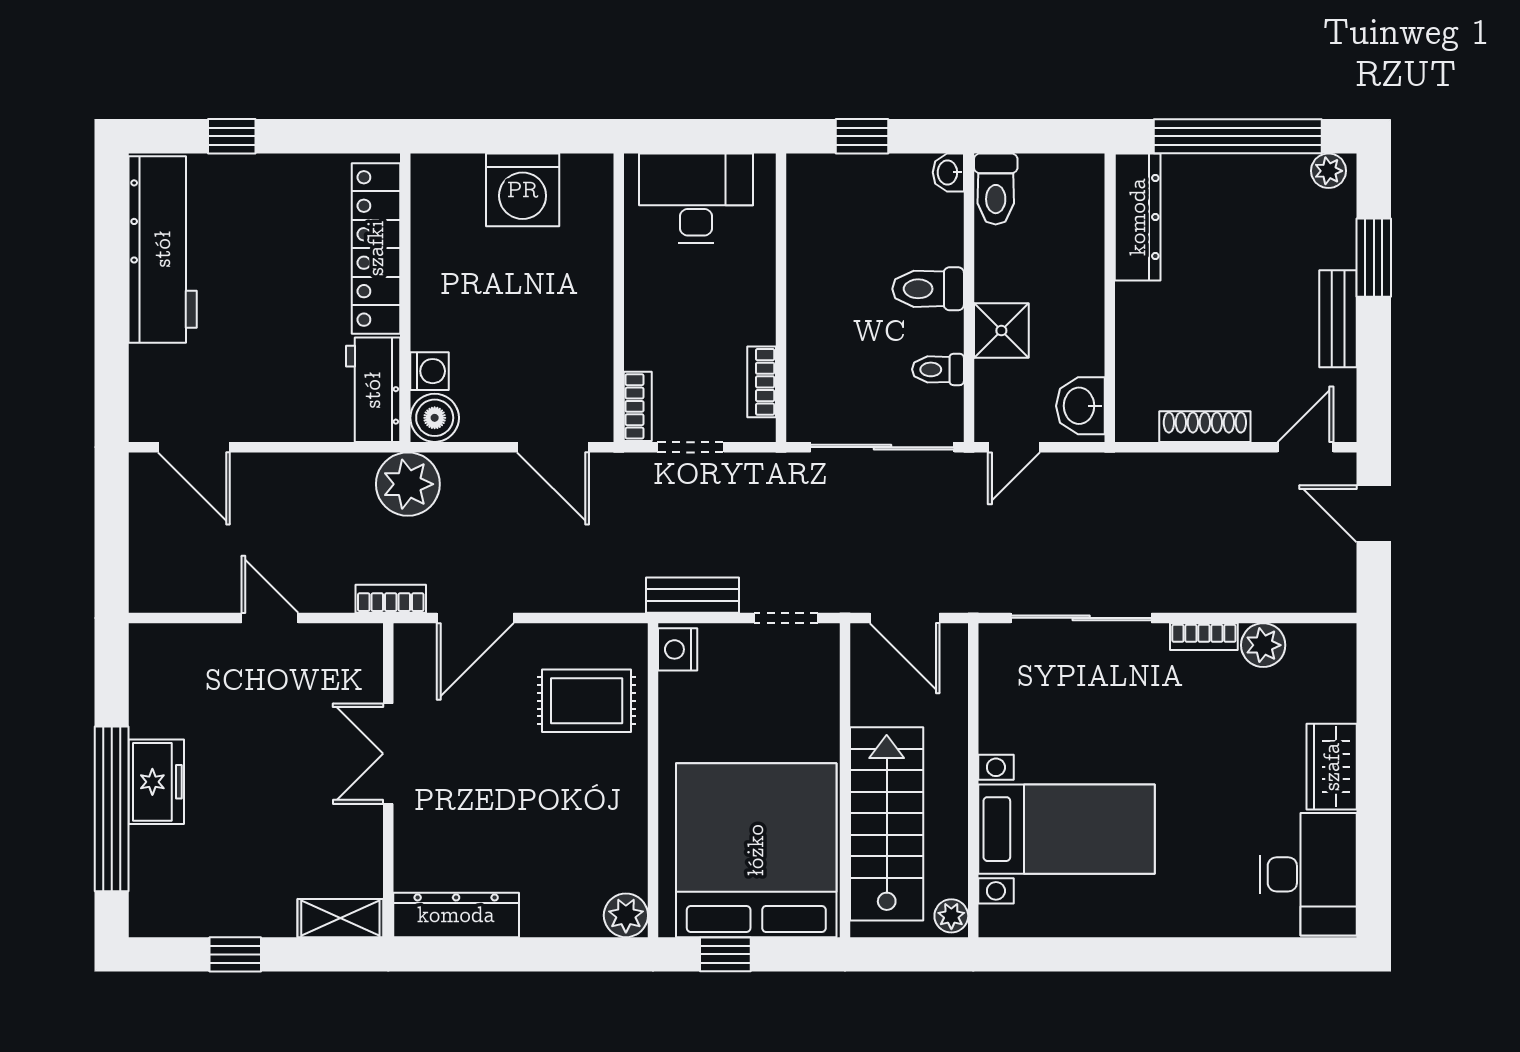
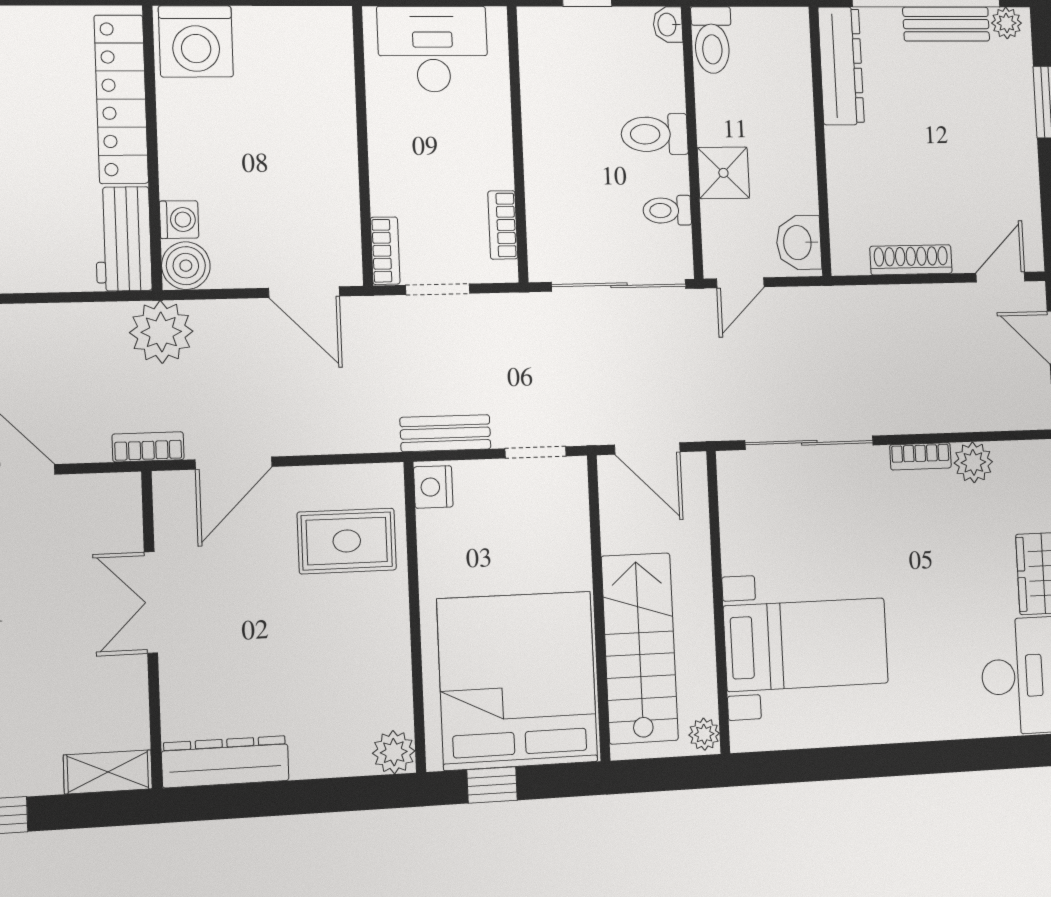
washing machine: (523, 190) -> (196, 41), moved
bench: (1338, 319) -> (946, 24), moved, turned 90

